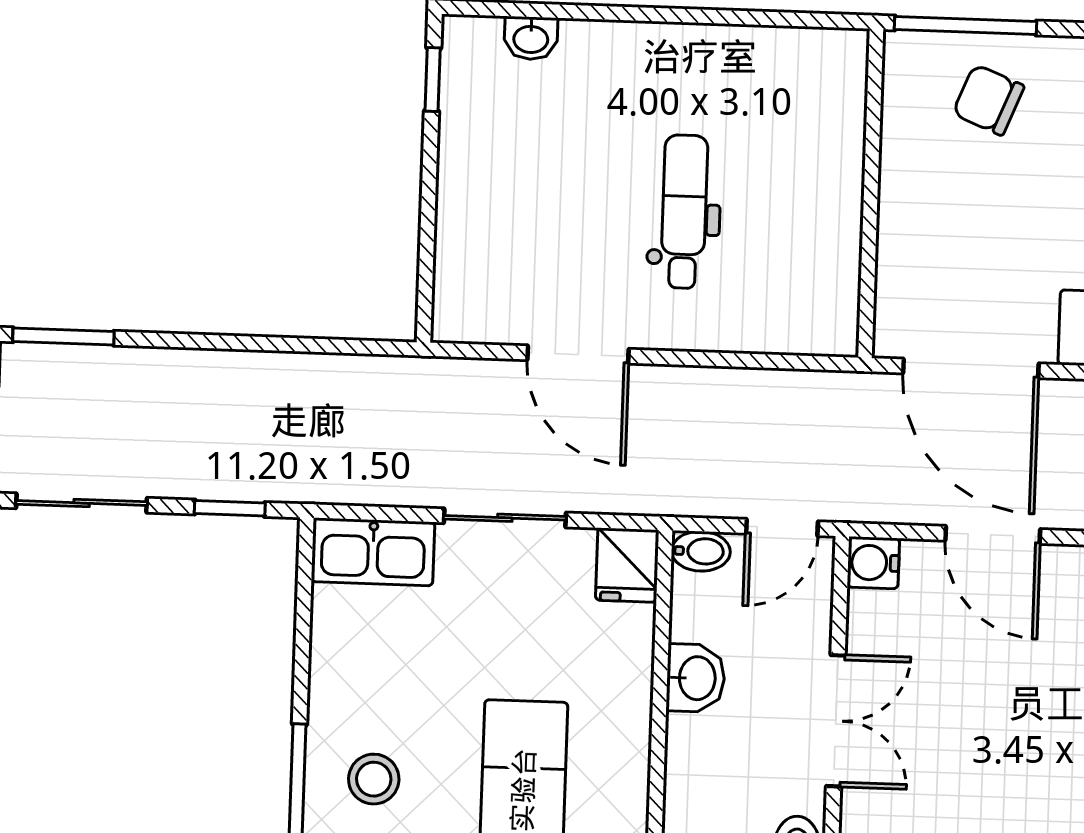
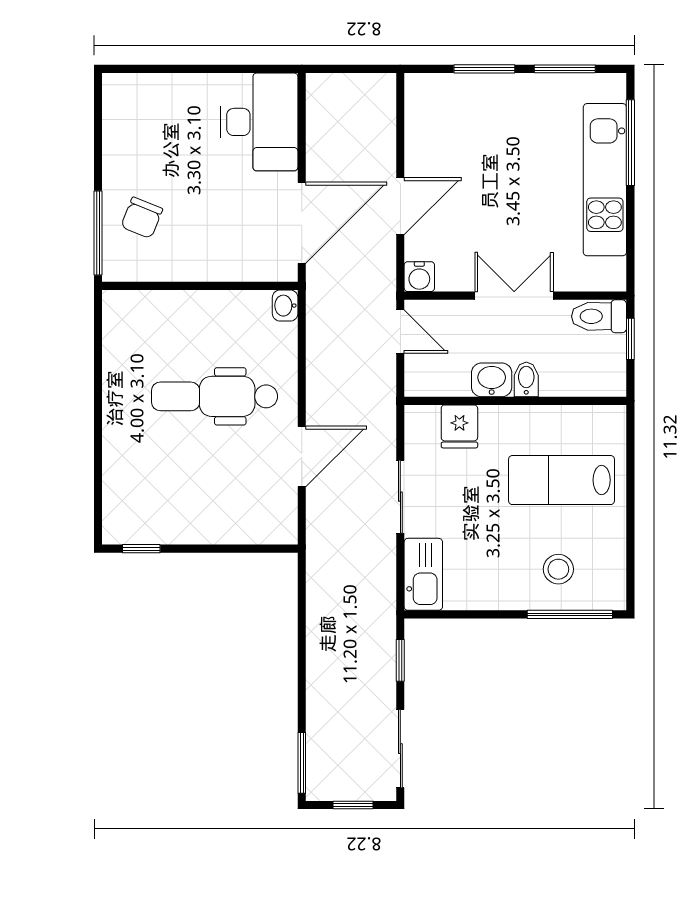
washbasin: (531, 38) -> (285, 306), moved, turned 180
dental chair: (684, 212) -> (215, 396), width x1.36, depth x1.38
bidet: (701, 551) -> (526, 379), moved
fridge: (627, 565) -> (459, 426), moved, turned 90

